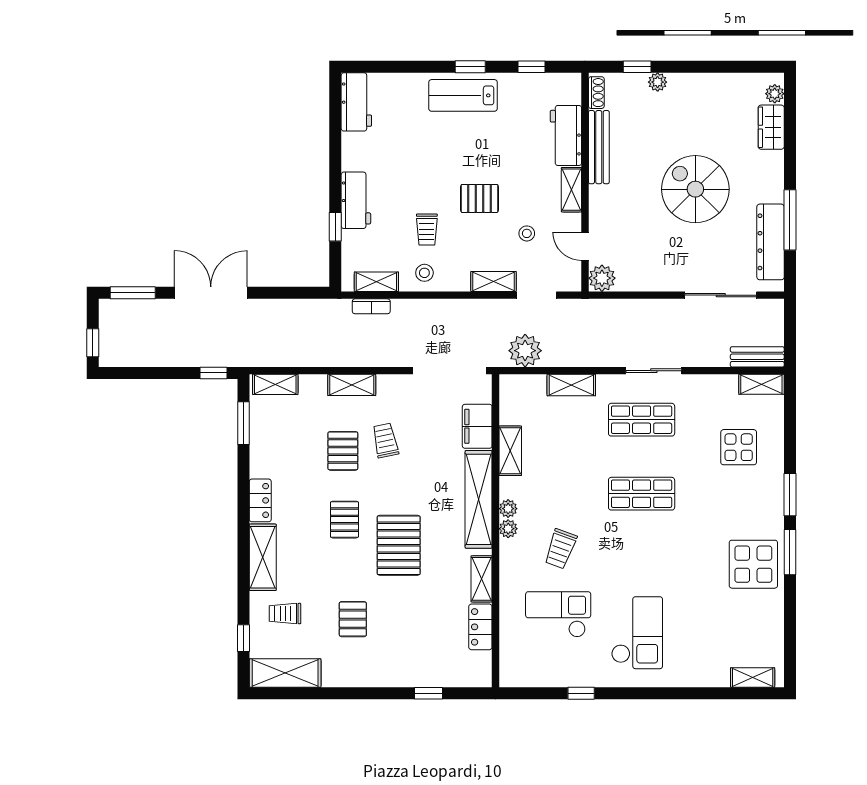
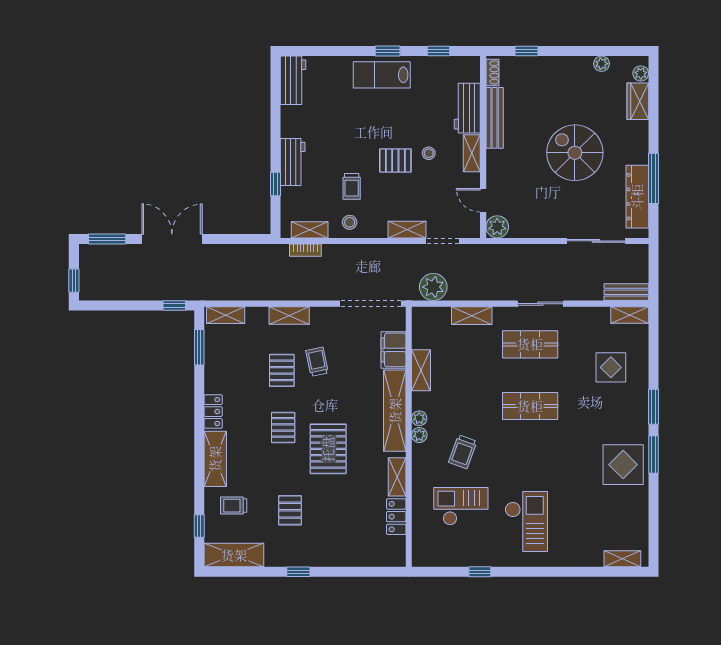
plant: (658, 82) -> (602, 64), moved
stool: (527, 233) -> (429, 153), moved
window: (429, 693) -> (298, 572), moved

